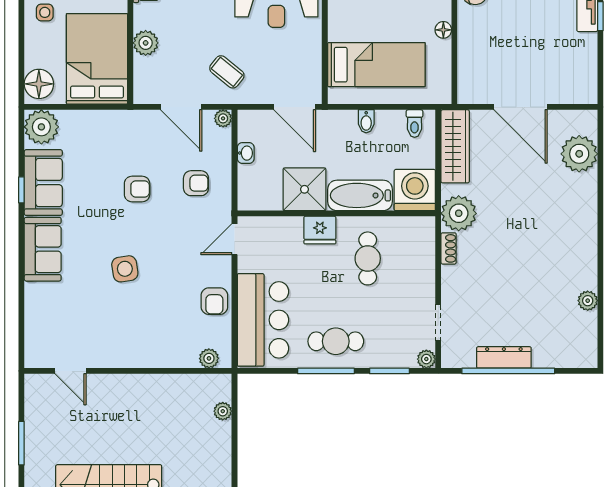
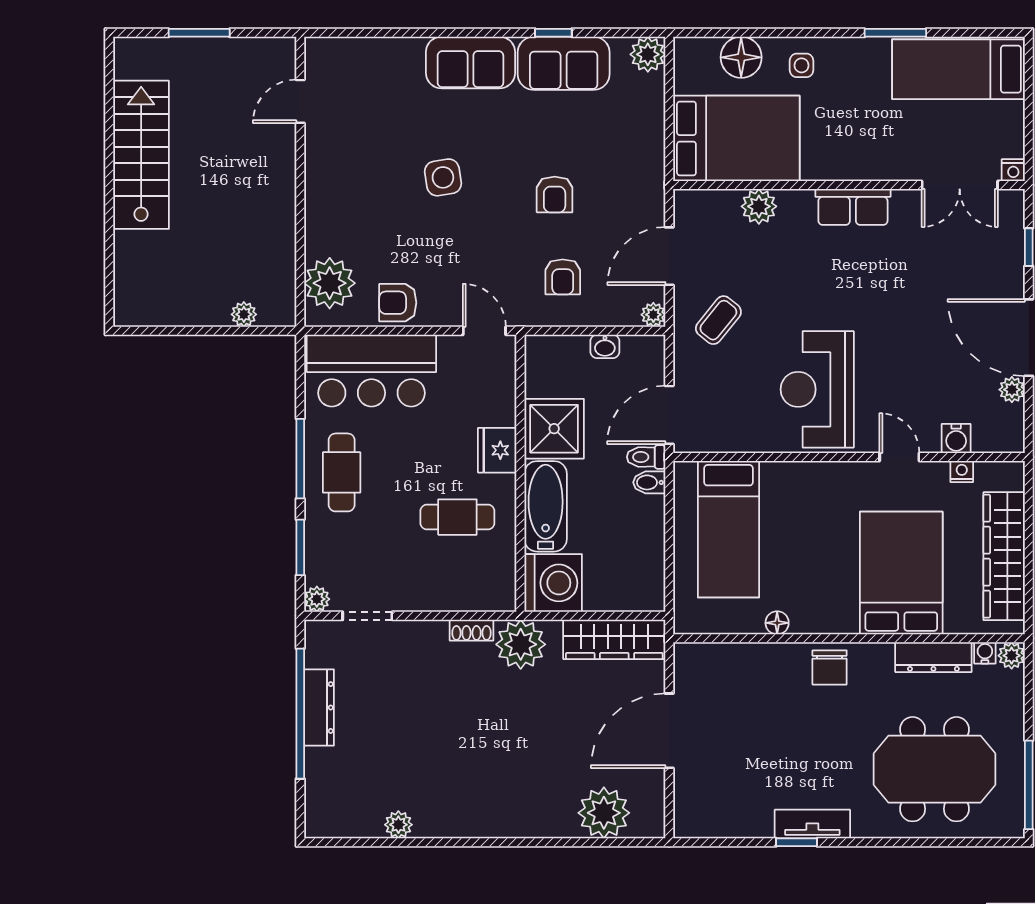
floor lamp: (39, 84) -> (741, 57), moved
bidet: (366, 121) -> (649, 482), moved
toilet: (415, 124) -> (646, 457), moved
plant: (41, 127) -> (648, 54), width x0.73, depth x0.73
plant: (209, 358) -> (330, 283), width x1.88, depth x1.88

